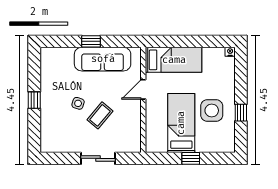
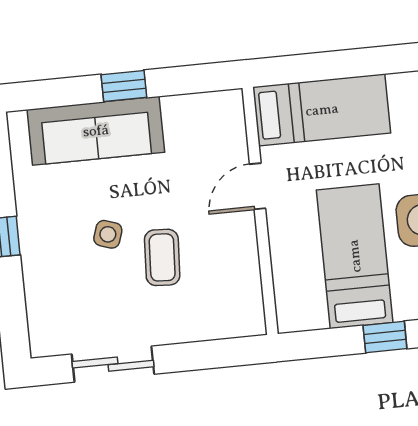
sofa: (103, 59) -> (96, 131), moved
coffee table: (100, 115) -> (162, 257), turned -37
sliding door: (98, 158) -> (113, 364), moved

